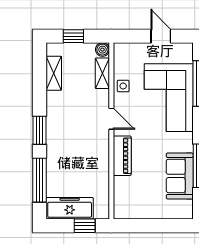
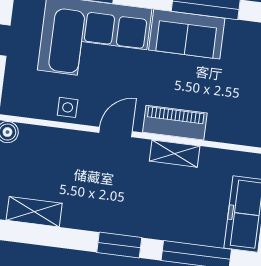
shelving: (102, 73) -> (175, 154), moved
sofa: (180, 176) -> (187, 34), moved

